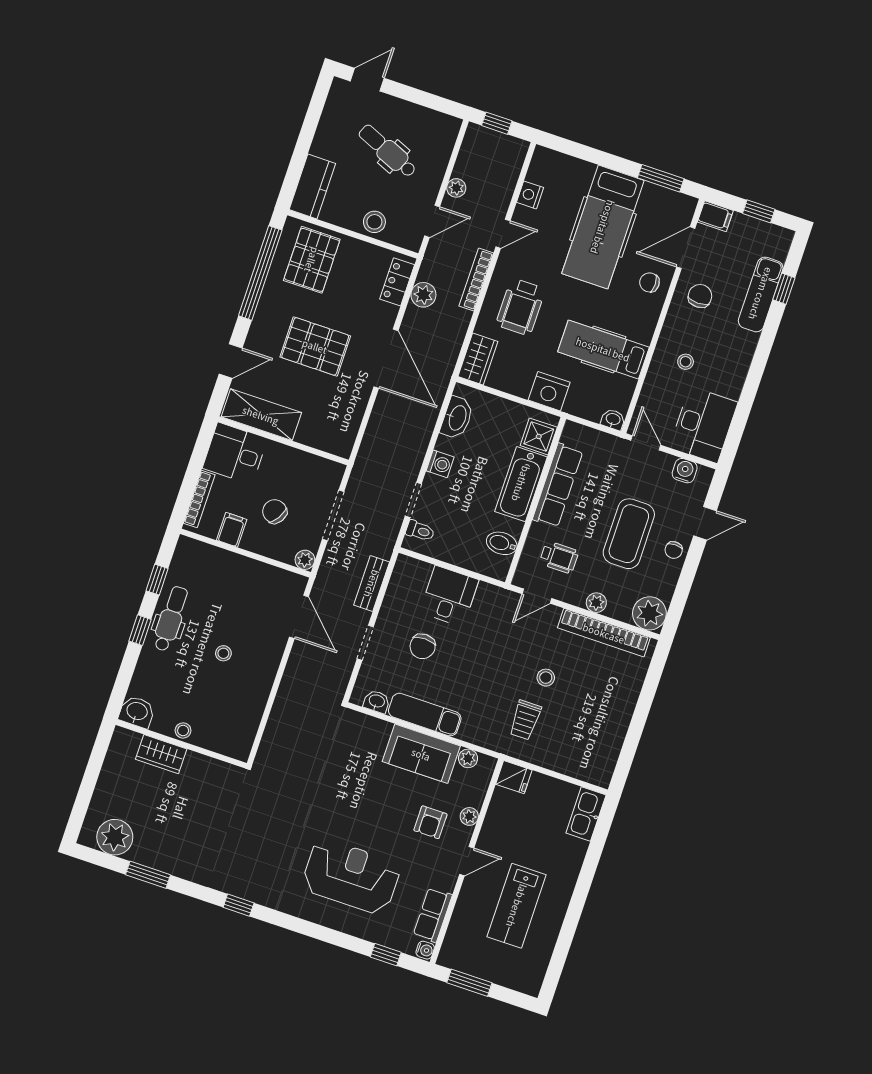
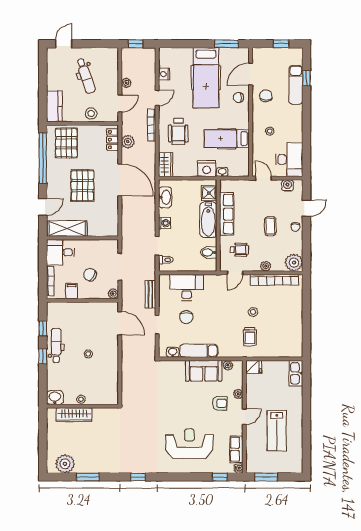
dental chair: (387, 151) -> (86, 76), turned -132
filing cabinet: (715, 216) -> (260, 53), removed
pallet: (315, 346) -> (83, 186), turned 90
washbasin: (613, 420) -> (222, 172), moved
coffee table: (629, 534) -> (270, 226), width x0.54, depth x0.58
desk: (449, 596) -> (187, 288), width x1.37
wardrobe: (161, 754) -> (74, 415), width x1.50
armchair: (430, 822) -> (220, 403), turned -90

